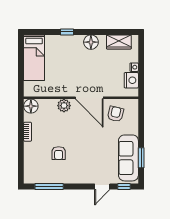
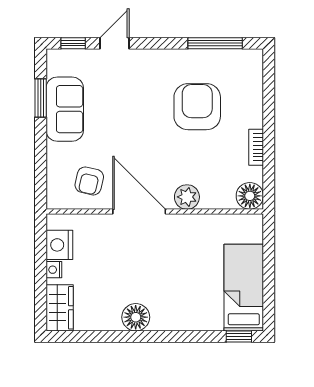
window: (67, 32) -> (239, 336), moved
wardrobe: (119, 42) -> (60, 308), moved, turned 90
armchair: (59, 153) -> (197, 107), width x1.88, depth x1.88
sofa: (128, 158) -> (65, 109), width x0.73

